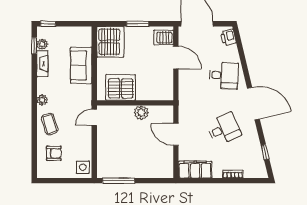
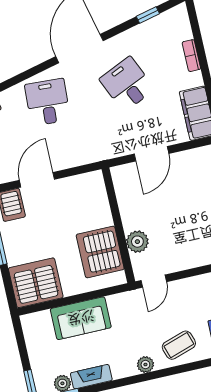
plant: (141, 113) -> (137, 242), moved
door: (94, 117) -> (154, 281), hinge flipped

